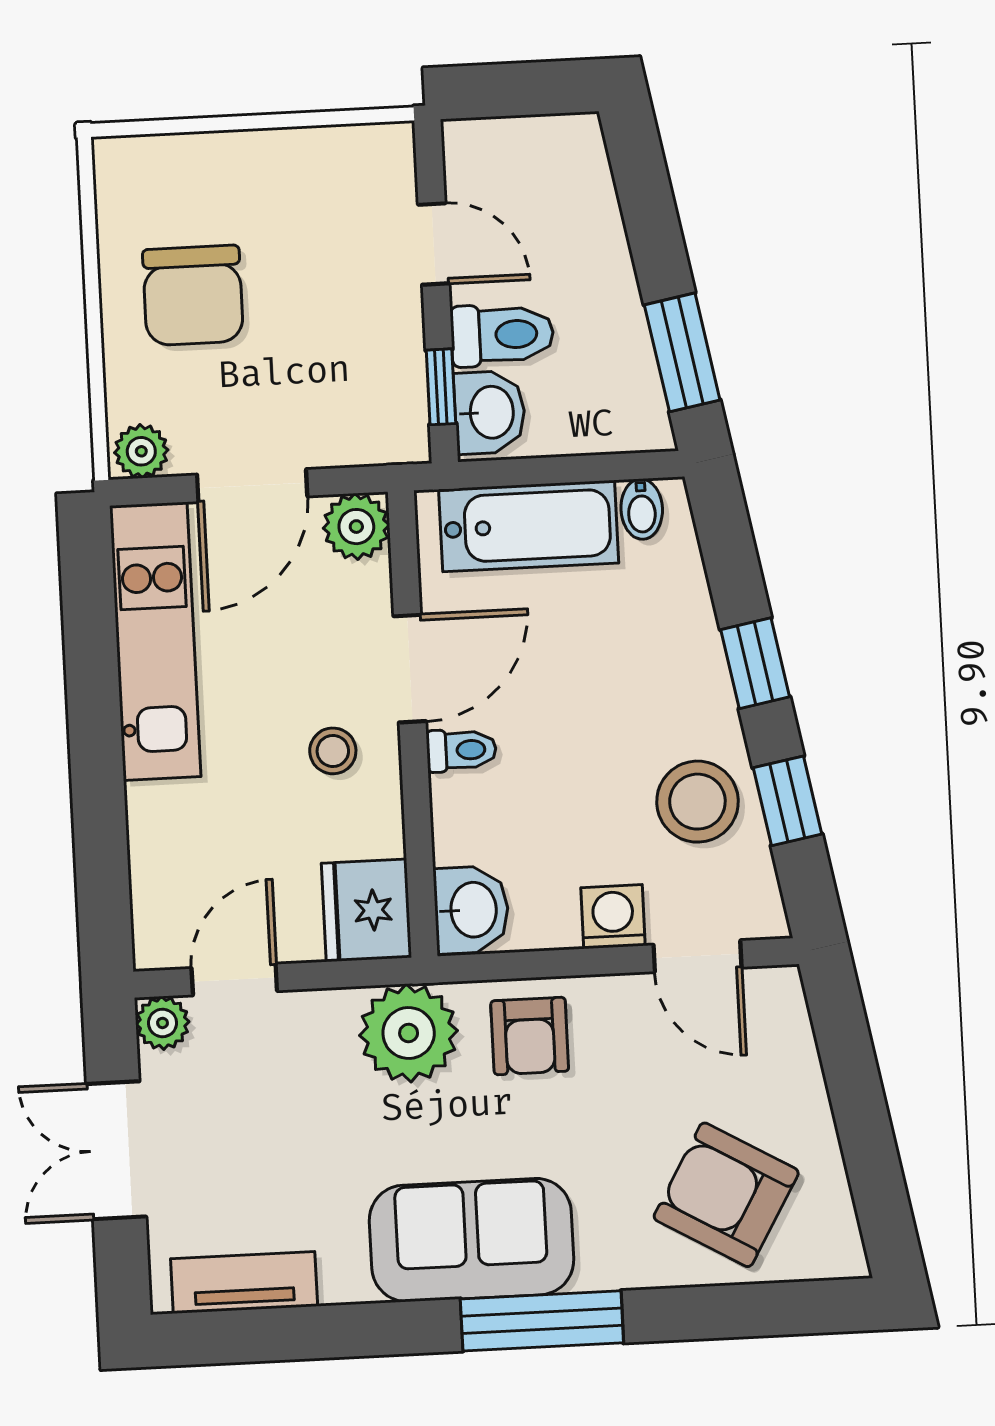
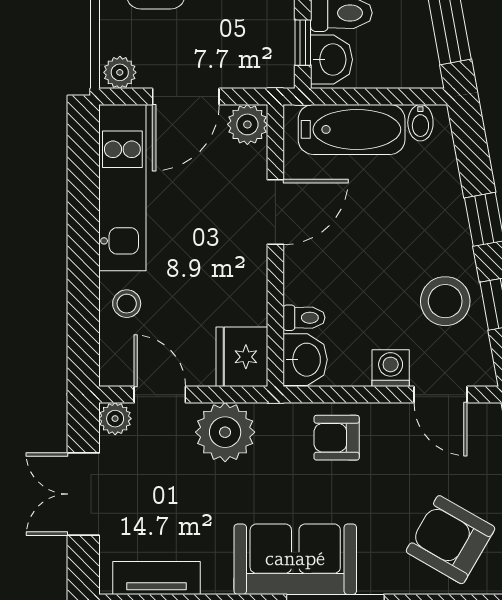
toilet: (461, 750) -> (304, 318), moved
stool: (333, 751) -> (127, 304), moved
door: (234, 980) -> (160, 395), hinge flipped
plant: (409, 1033) -> (225, 432), moved
armchair: (530, 1036) -> (337, 438), turned 90

